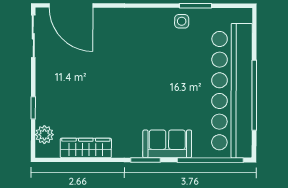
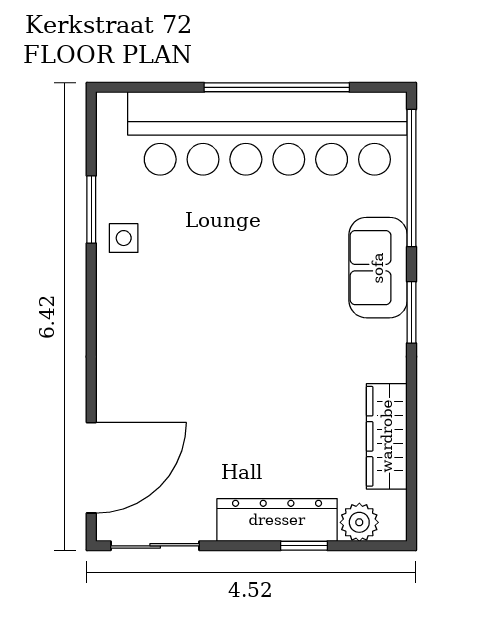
dresser: (46, 95) -> (277, 520), added

